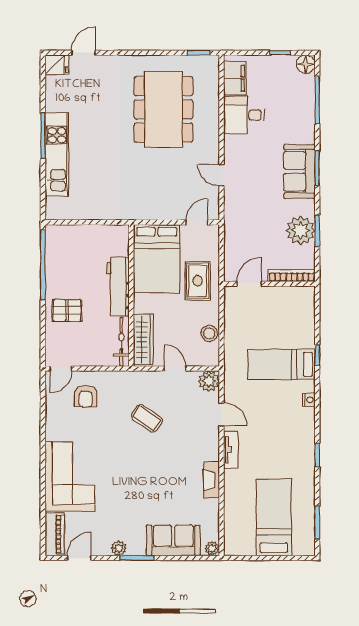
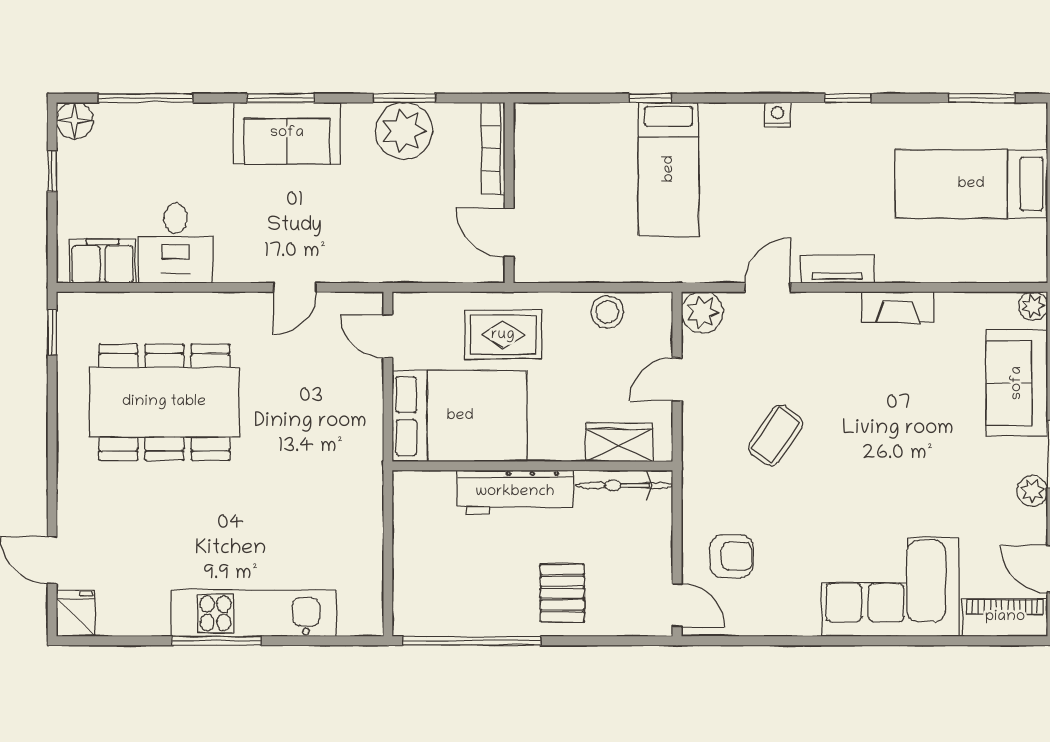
wardrobe: (143, 339) -> (619, 442), width x0.67
nightstand: (309, 400) -> (778, 115), moved

